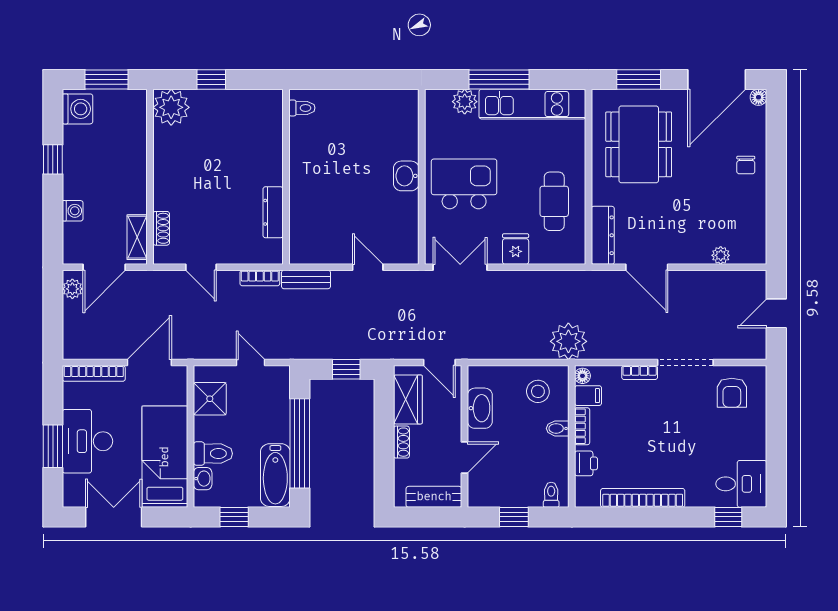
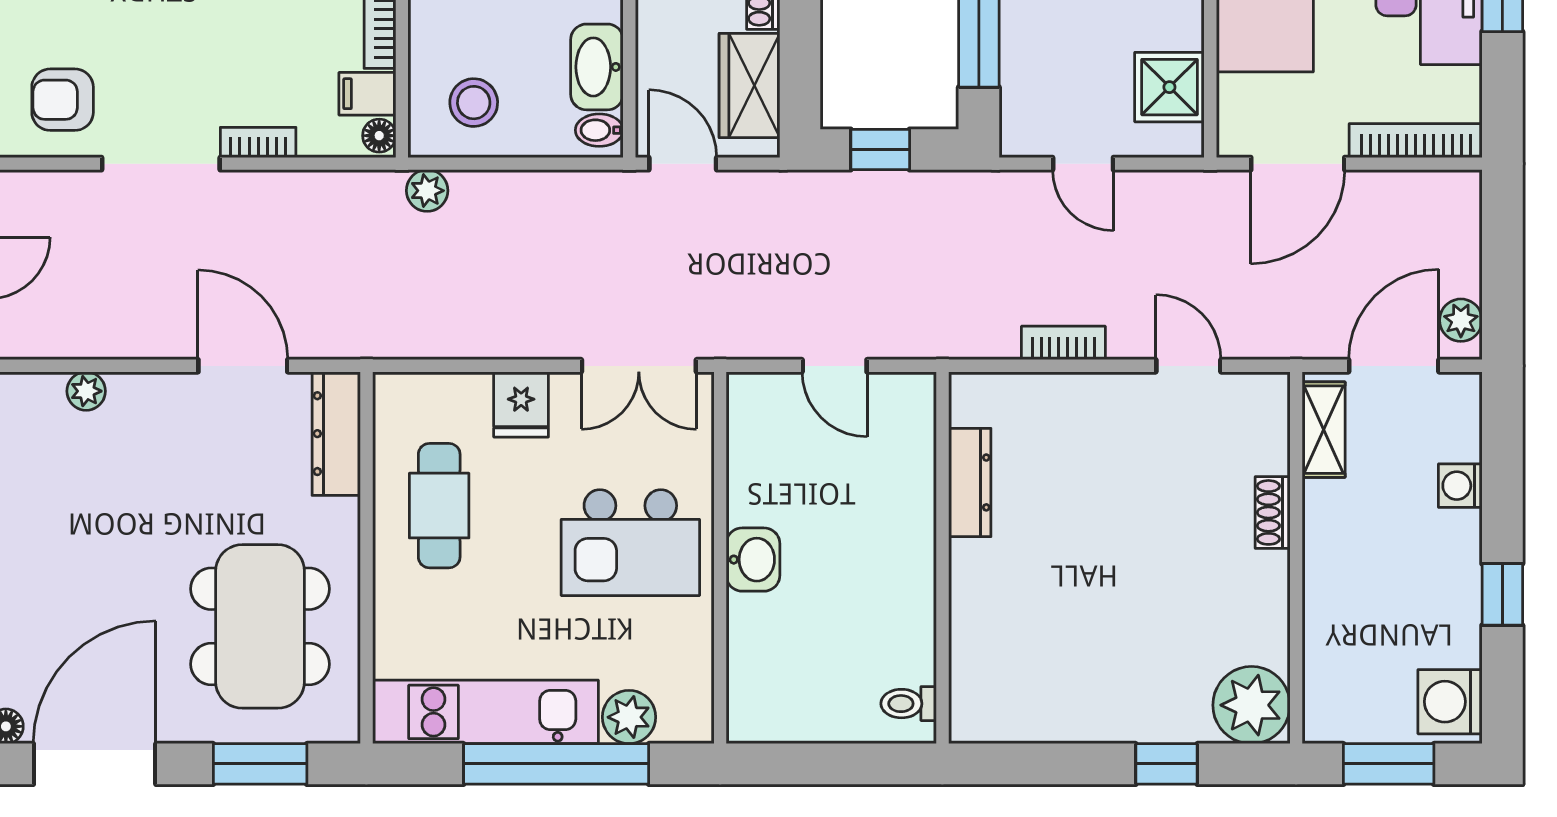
window: (499, 80) -> (556, 764), width x1.46
toilet: (302, 108) -> (909, 704), moved
chair: (746, 165) -> (33, 583), removed
wall: (286, 177) -> (942, 558), moved
dresser: (273, 212) -> (970, 482), moved
shoe rack: (161, 228) -> (1273, 512), moved
bench: (306, 279) -> (966, 340), removed
plant: (568, 341) -> (427, 191), width x0.53, depth x0.53
armchair: (732, 393) -> (63, 100), turned -90
bidet: (558, 428) -> (599, 130), moved, turned 180

